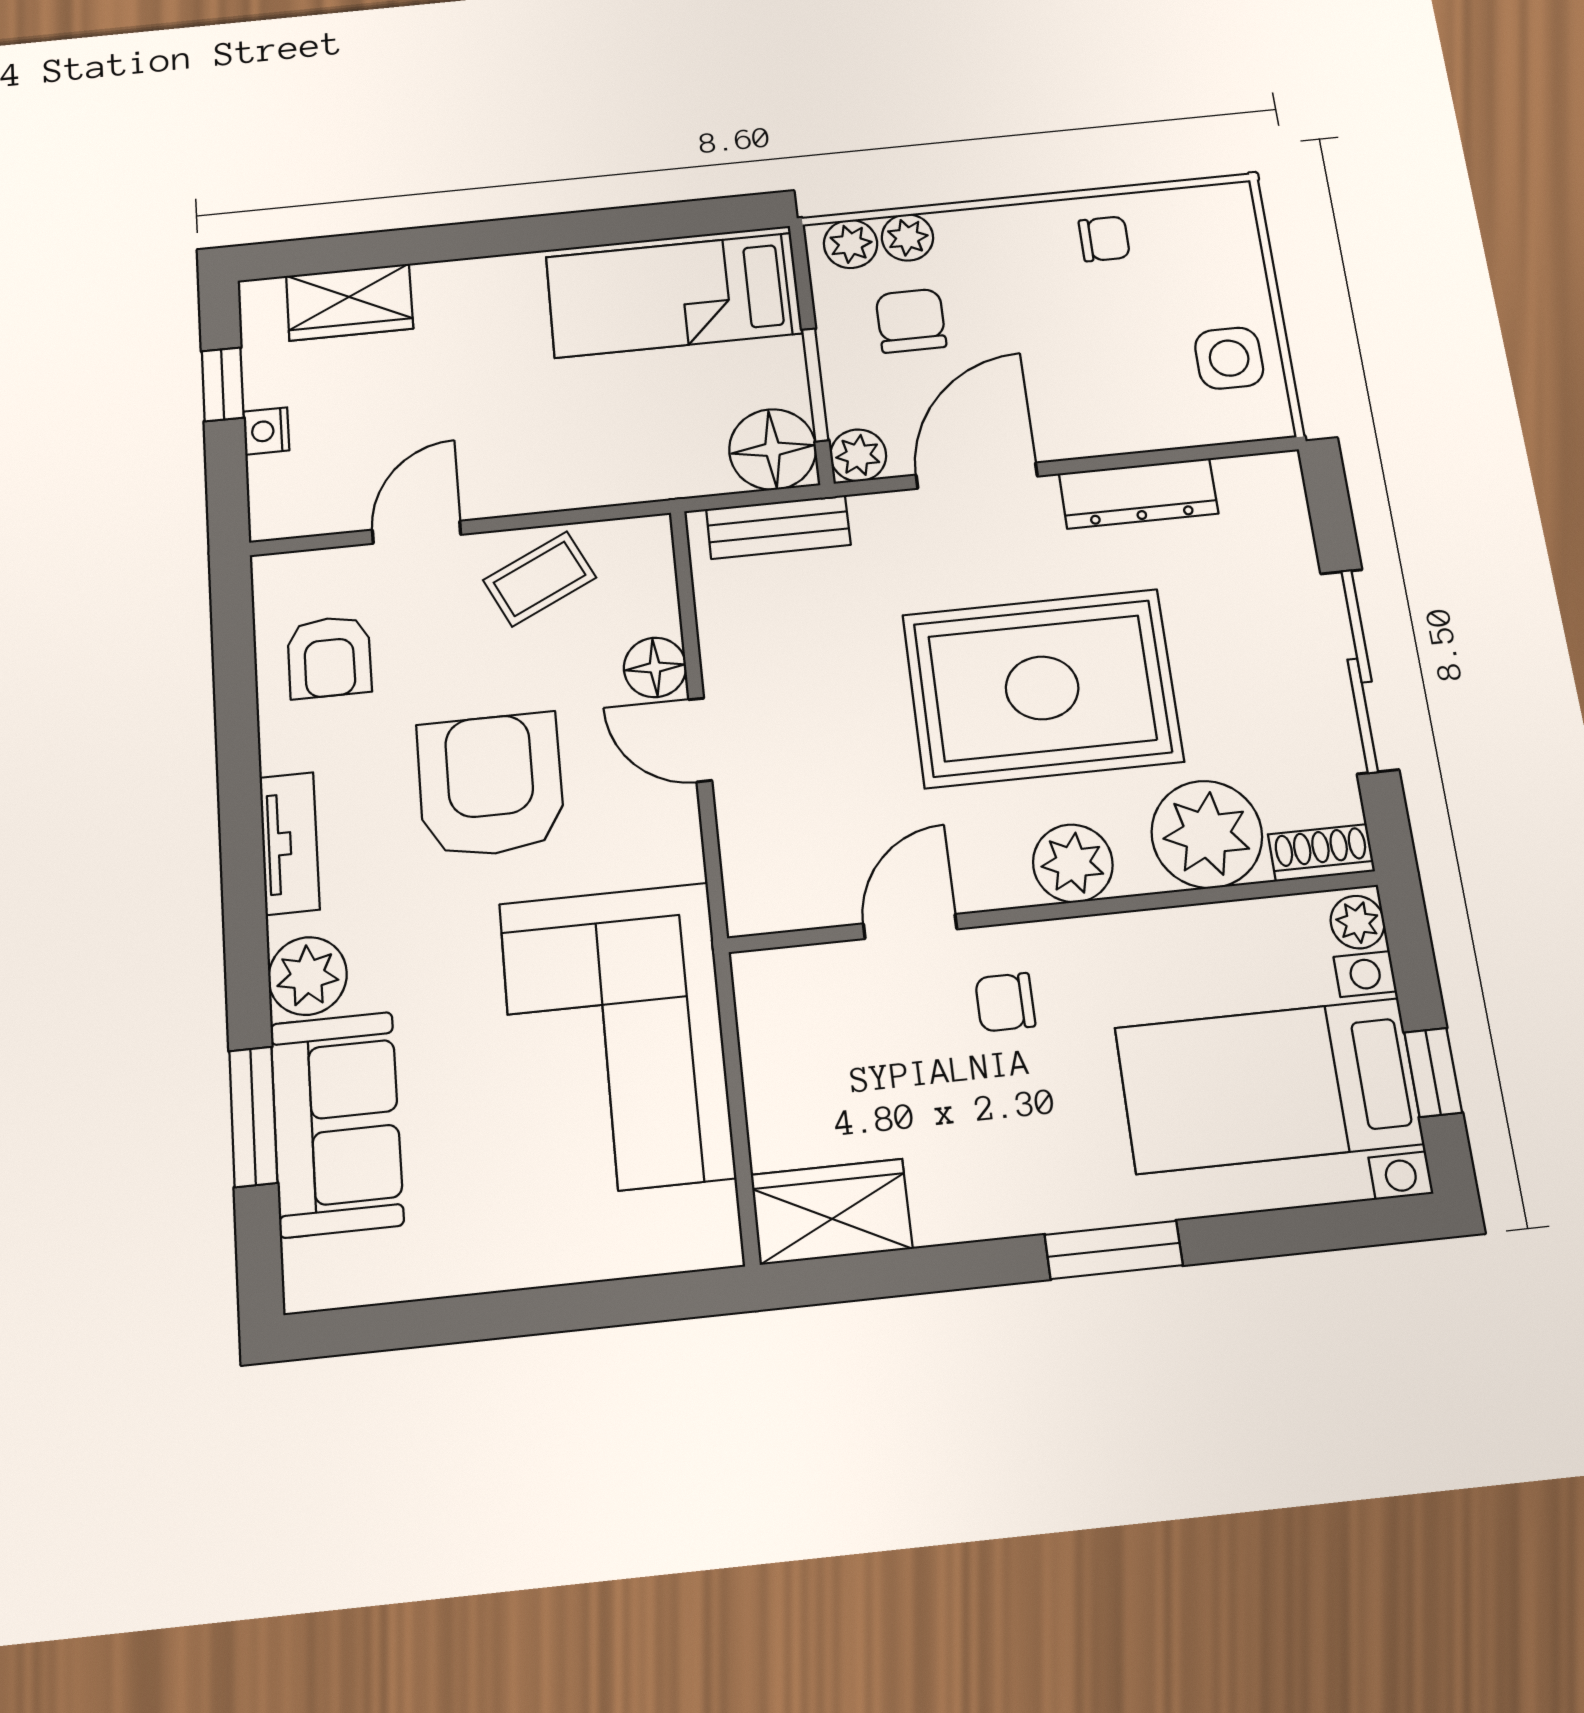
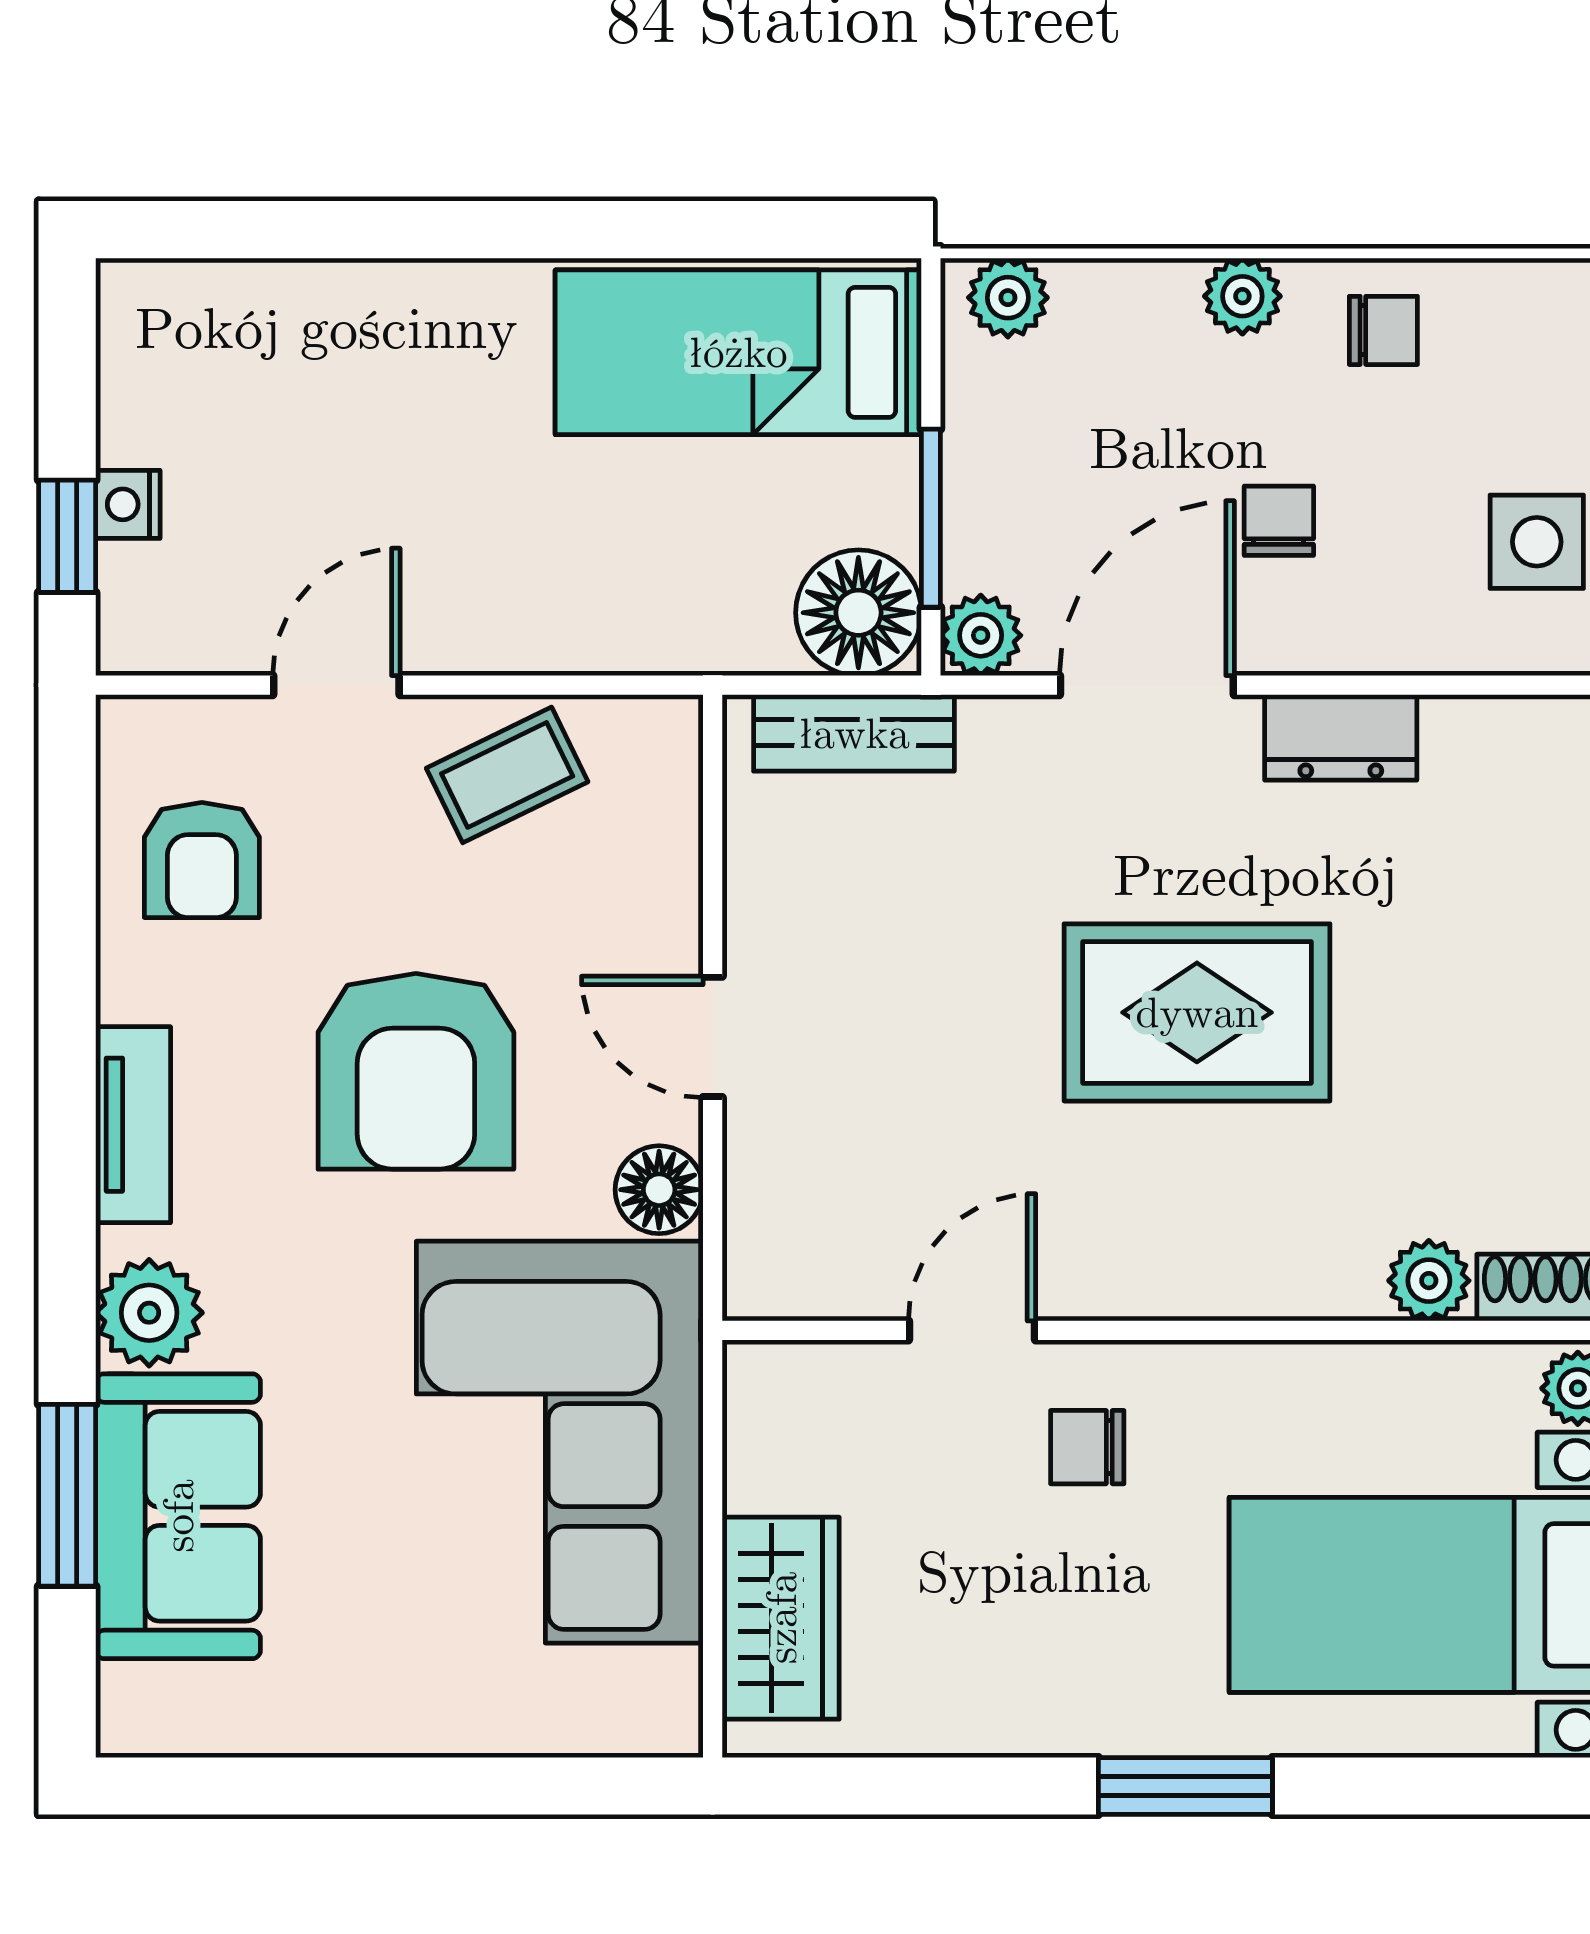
plant: (907, 237) -> (1242, 296), moved
wardrobe: (349, 302) -> (260, 311), removed
chair: (911, 321) -> (1279, 521), moved, width x0.73, depth x0.73
window: (223, 384) -> (67, 536), moved
dresser: (1138, 493) -> (1341, 737), width x0.70
floor lamp: (655, 667) -> (659, 1190), moved
rug: (1042, 688) -> (1197, 1012), width x0.73, depth x0.69
armchair: (491, 785) -> (416, 1071), turned 180
plant: (1207, 834) -> (1429, 1281), width x0.53, depth x0.53
plant: (1073, 863) -> (1205, 1266), removed
wardrobe: (831, 1212) -> (781, 1618), moved, turned 90

